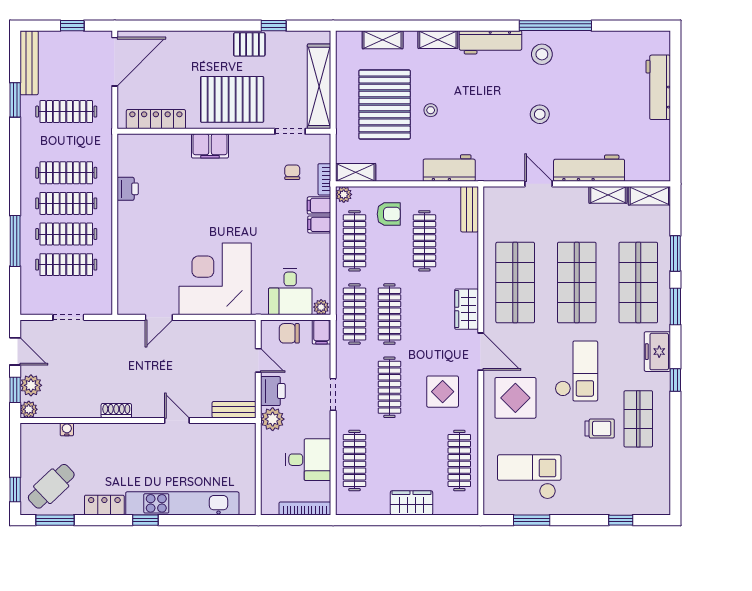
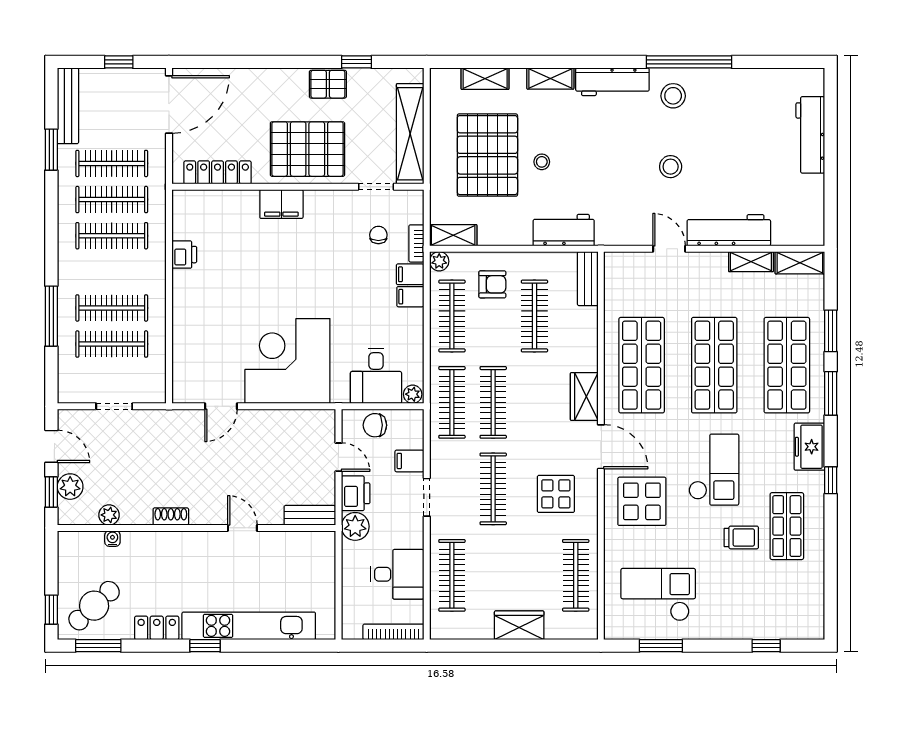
clothes rail: (66, 203) -> (112, 200), moved
filing cabinet: (322, 332) -> (409, 461), moved, turned 90
plant: (29, 409) -> (109, 515), moved

